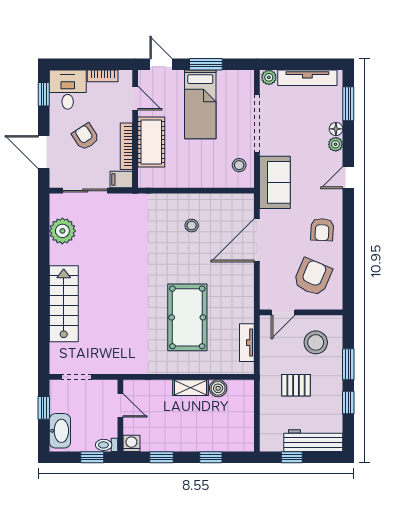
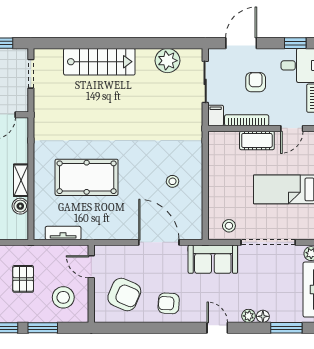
armchair: (85, 137) -> (256, 82), turned -57
cot: (151, 142) -> (257, 140), width x0.73, depth x0.75

